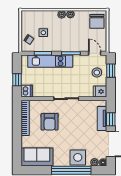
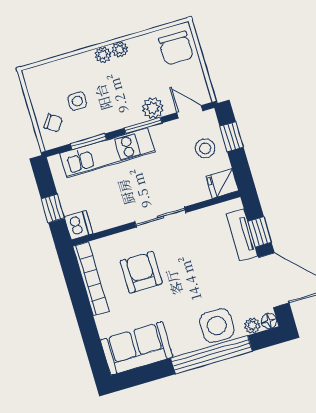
plant: (78, 46) -> (153, 108), added
armchair: (50, 122) -> (141, 272), turned 180

